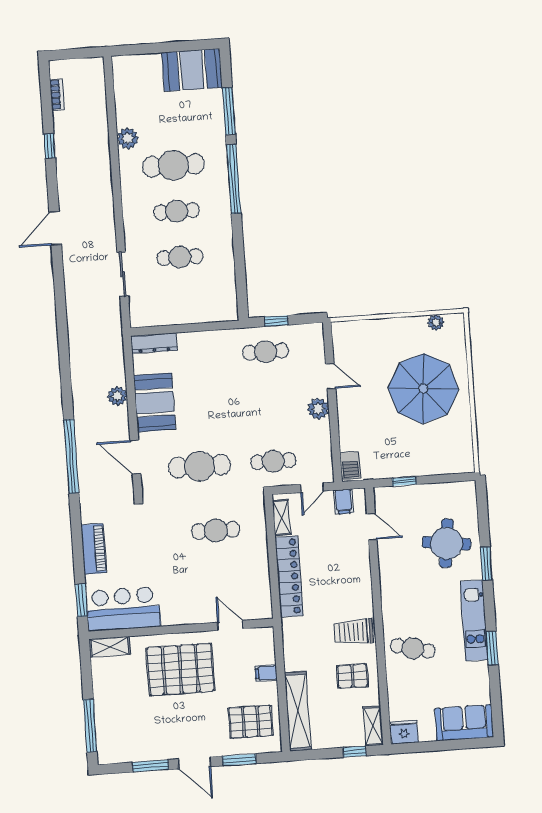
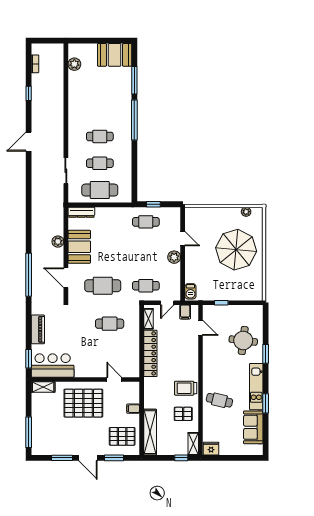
plant: (128, 138) -> (74, 64), moved
cafe table: (173, 165) -> (100, 190), moved
sofa: (464, 723) -> (253, 427), moved, turned -90

